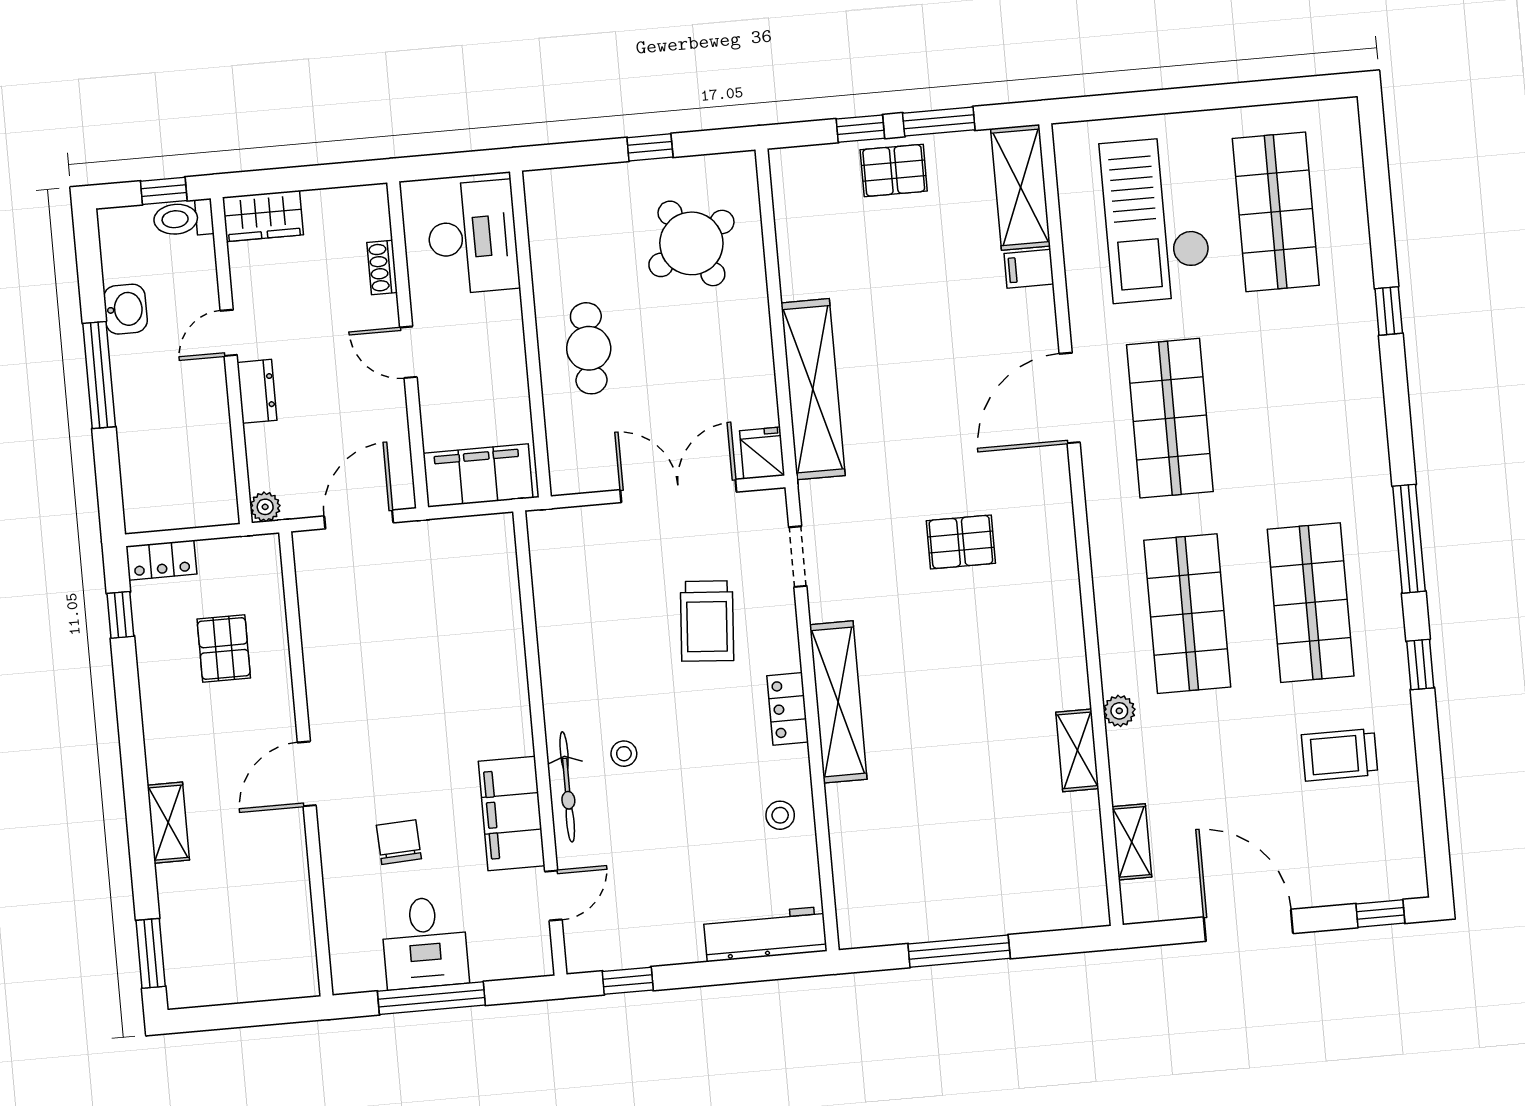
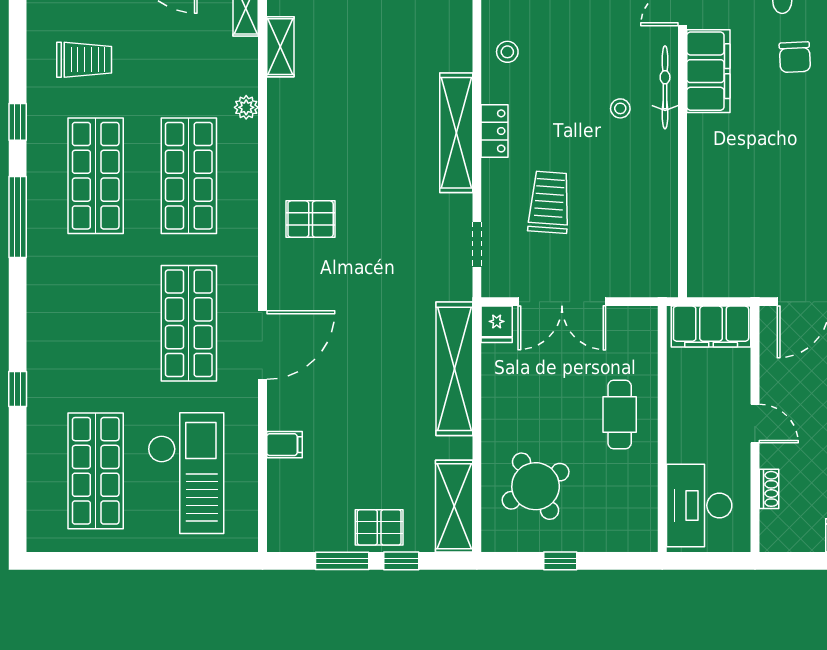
shelving: (1021, 187) -> (454, 506), moved
pallet: (961, 542) -> (311, 219), moved
shelving: (1077, 750) -> (280, 47), moved

